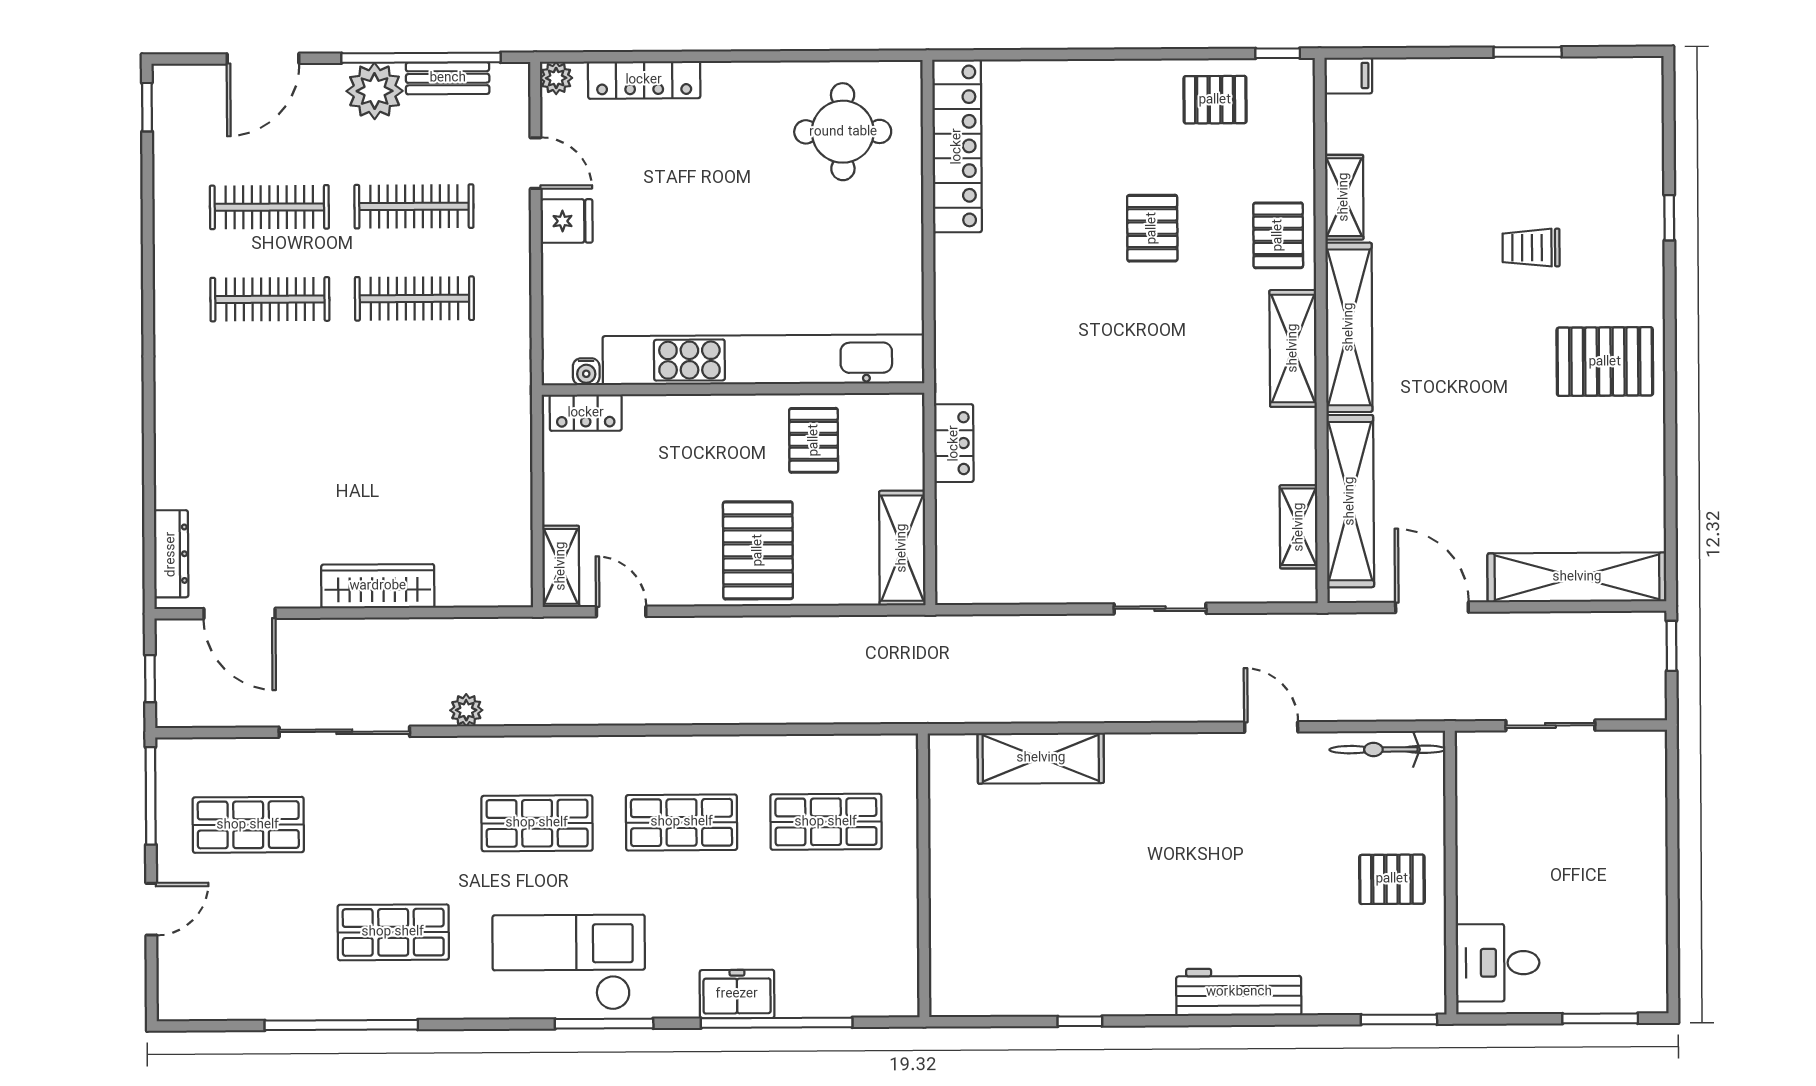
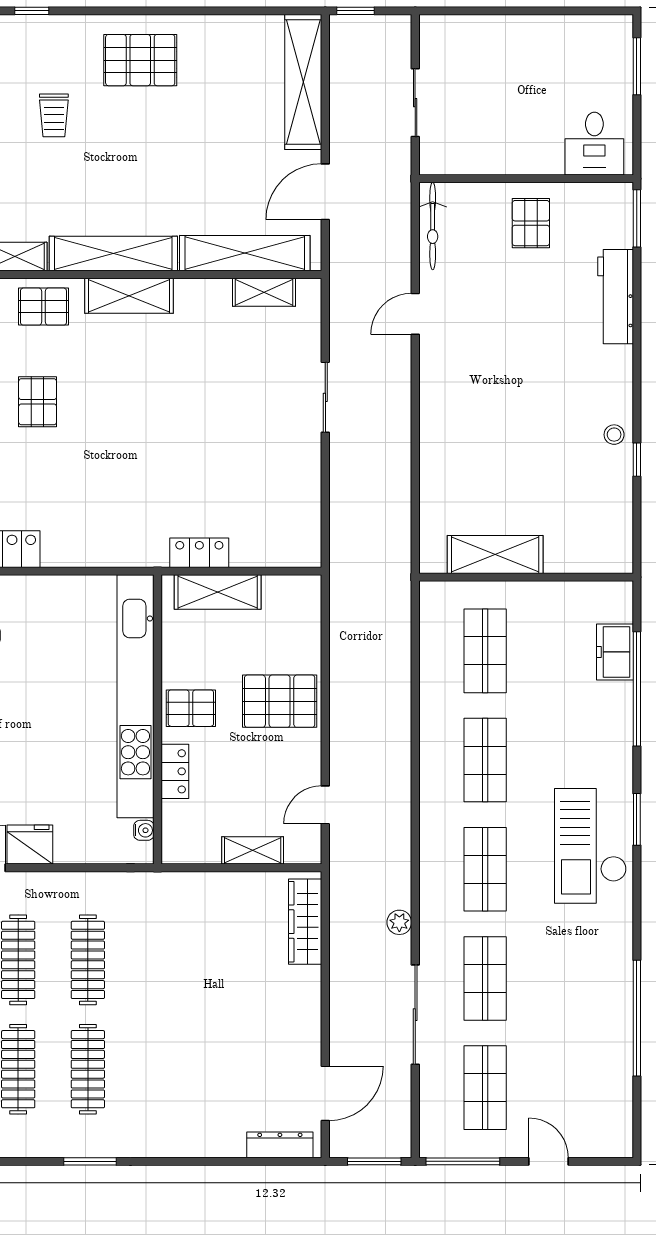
fridge: (567, 221) -> (30, 845), width x1.38
pallet: (1152, 228) -> (38, 402), turned 90
window: (148, 303) -> (90, 1161), added
pallet: (1605, 362) -> (140, 60), turned 90
locker: (586, 413) -> (175, 771), moved
pallet: (814, 440) -> (191, 708), moved
shelving: (902, 548) -> (218, 592), moved
shelving: (561, 566) -> (253, 850), moved
wardrobe: (378, 586) -> (305, 922), moved
window: (150, 679) -> (374, 1161), width x1.50
shelving: (1041, 758) -> (495, 554), moved, turned 90
shop shelf: (393, 932) -> (485, 978), moved
stool: (1113, 991) -> (614, 435), added
workbench: (1239, 992) -> (616, 297), moved
freezer: (737, 994) -> (615, 652), moved
window: (604, 1024) -> (637, 819), width x0.69

